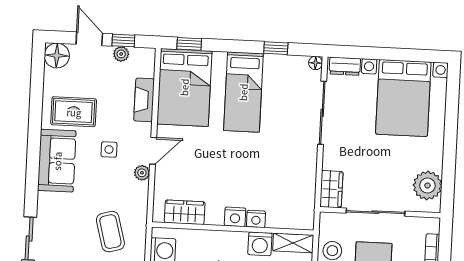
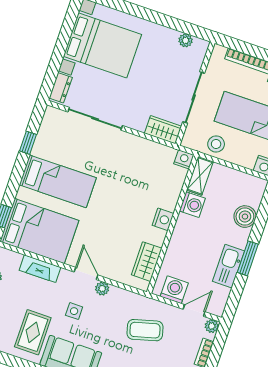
floor lamp: (316, 63) -> (51, 112), removed
plant: (427, 185) -> (186, 40), width x0.53, depth x0.53
nightstand: (256, 219) -> (184, 159), moved, turned -90

